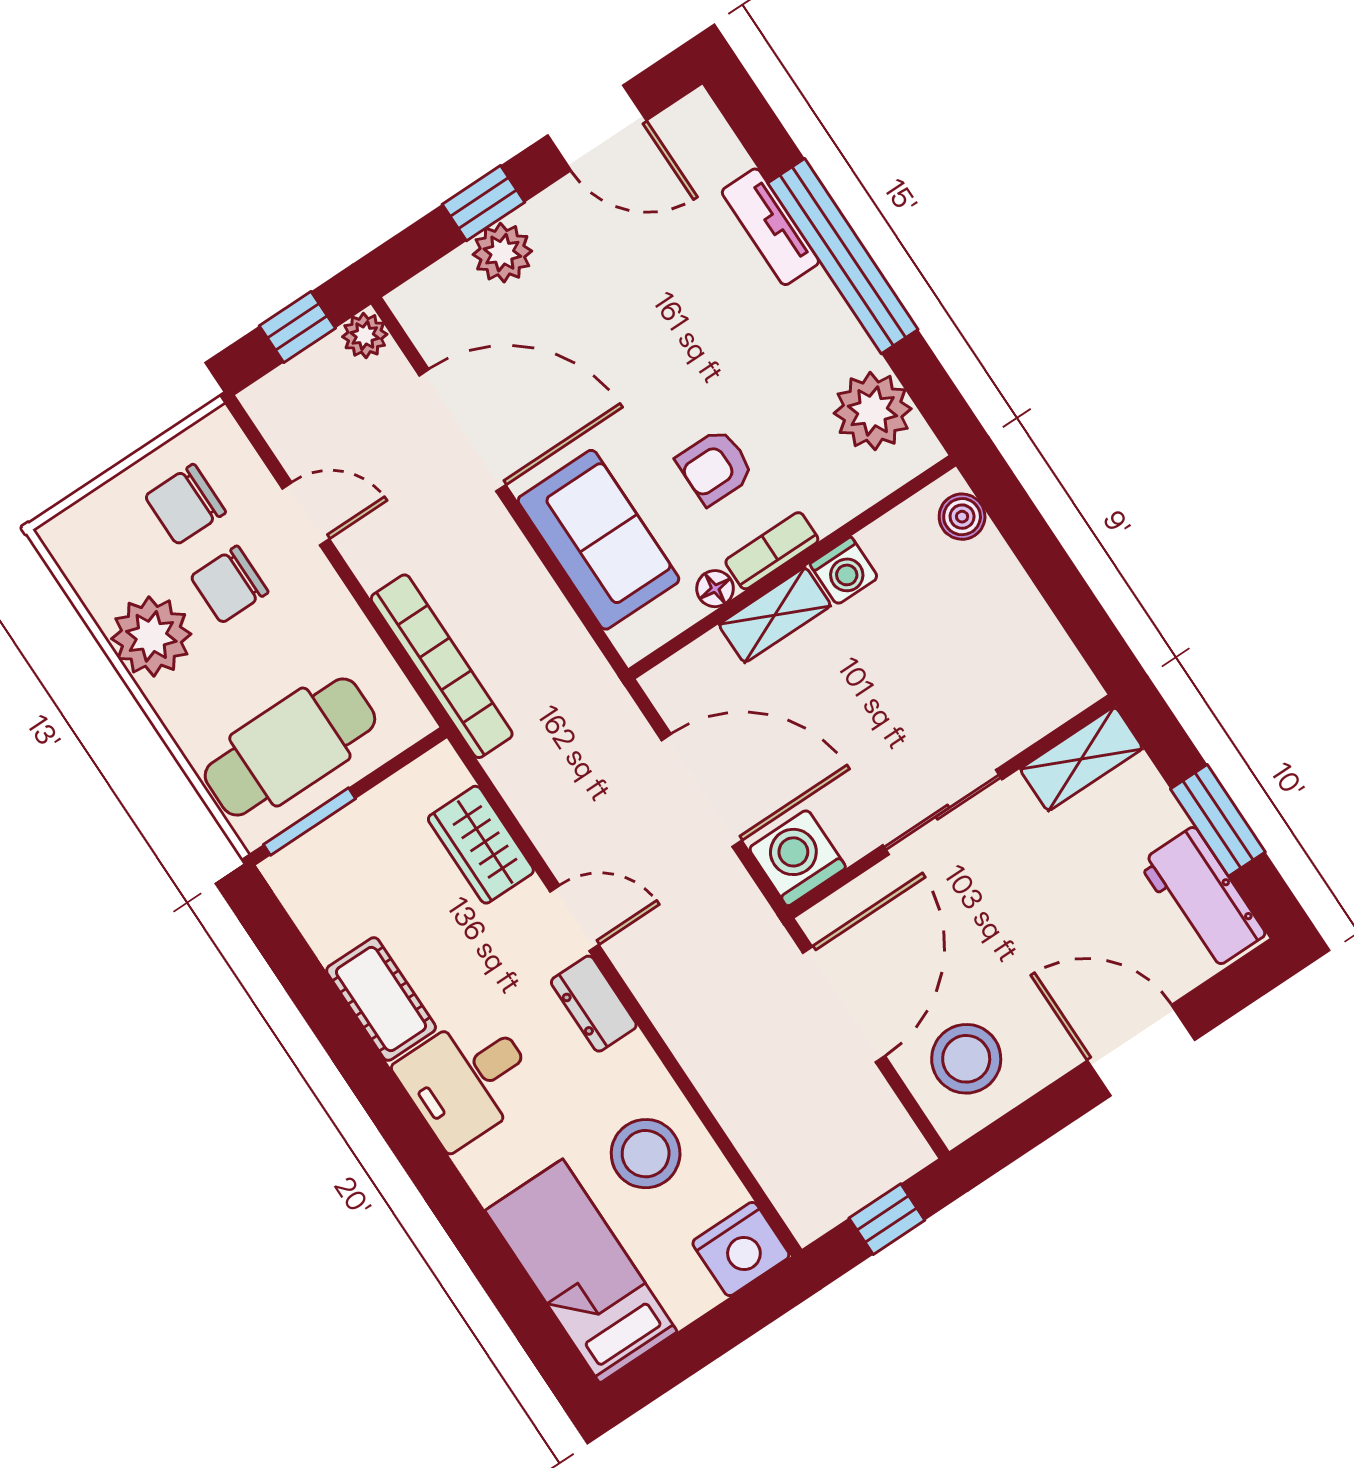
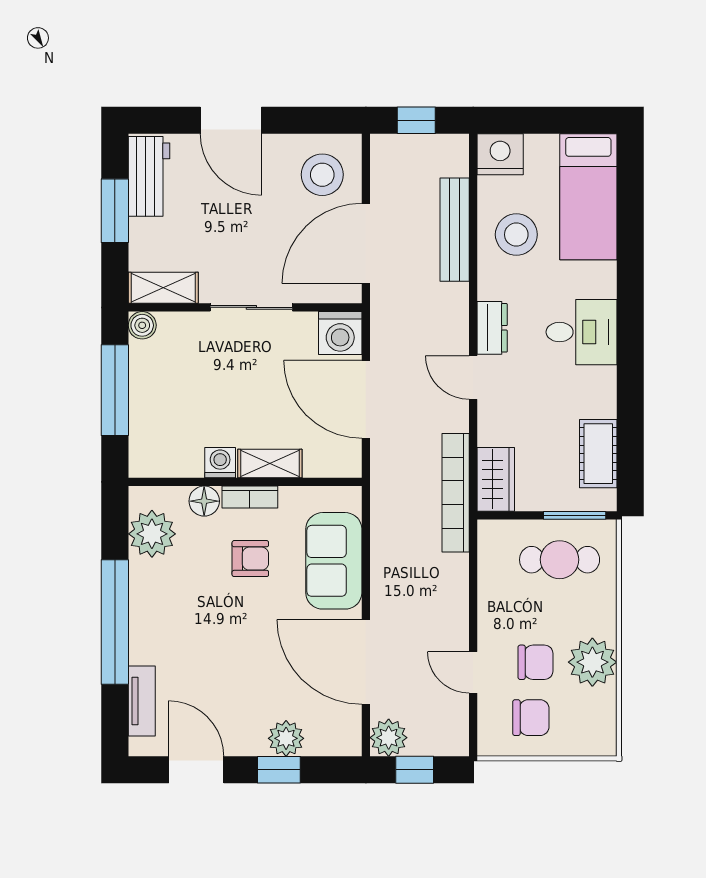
tv unit: (770, 227) -> (142, 701), moved
plant: (365, 335) -> (389, 738), width x1.38, depth x1.38
boiler: (962, 517) -> (142, 325), moved
window: (1054, 574) -> (115, 390), added
floor lamp: (715, 589) -> (204, 501), moved, width x1.37, depth x1.37
bookcase: (442, 666) -> (456, 493), moved
cafe table: (290, 747) -> (560, 560), width x0.73, depth x0.74
wardrobe: (481, 845) -> (496, 479), moved
cot: (381, 999) -> (598, 454), moved
bench: (735, 1104) -> (455, 230), added

